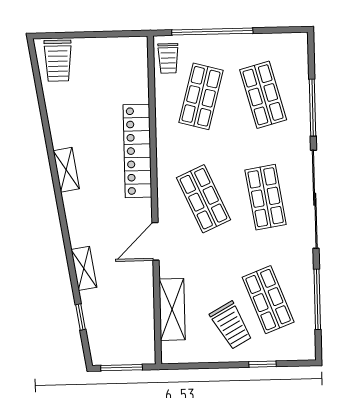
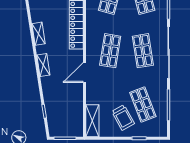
shop shelf: (204, 199) -> (110, 51), turned 33
shelving: (84, 268) -> (43, 65), moved
shelving: (172, 309) -> (92, 121), moved

